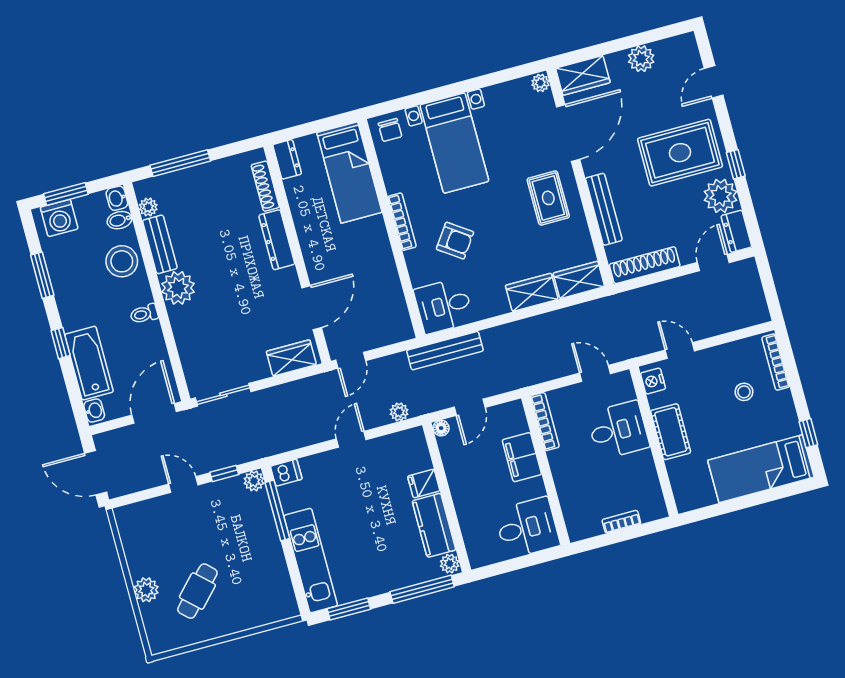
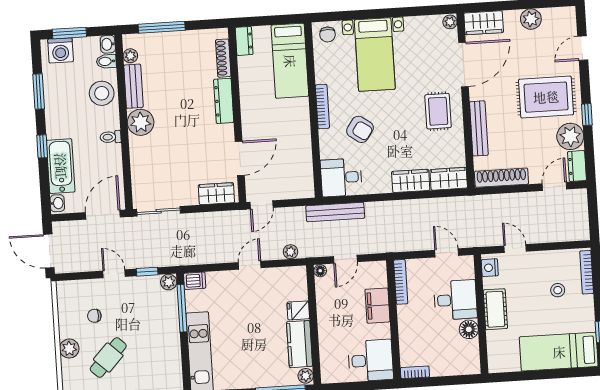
floor lamp: (642, 464) -> (469, 329), added
bookcase: (621, 522) -> (415, 372), moved
chair: (169, 542) -> (94, 316), added

